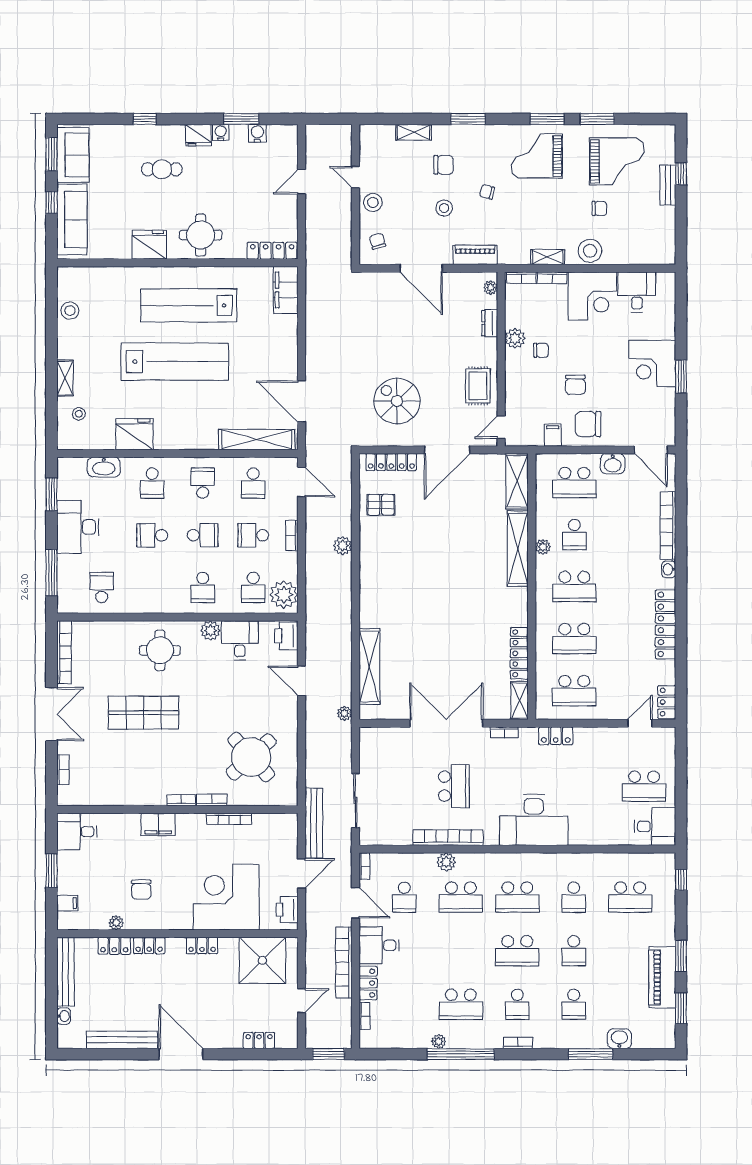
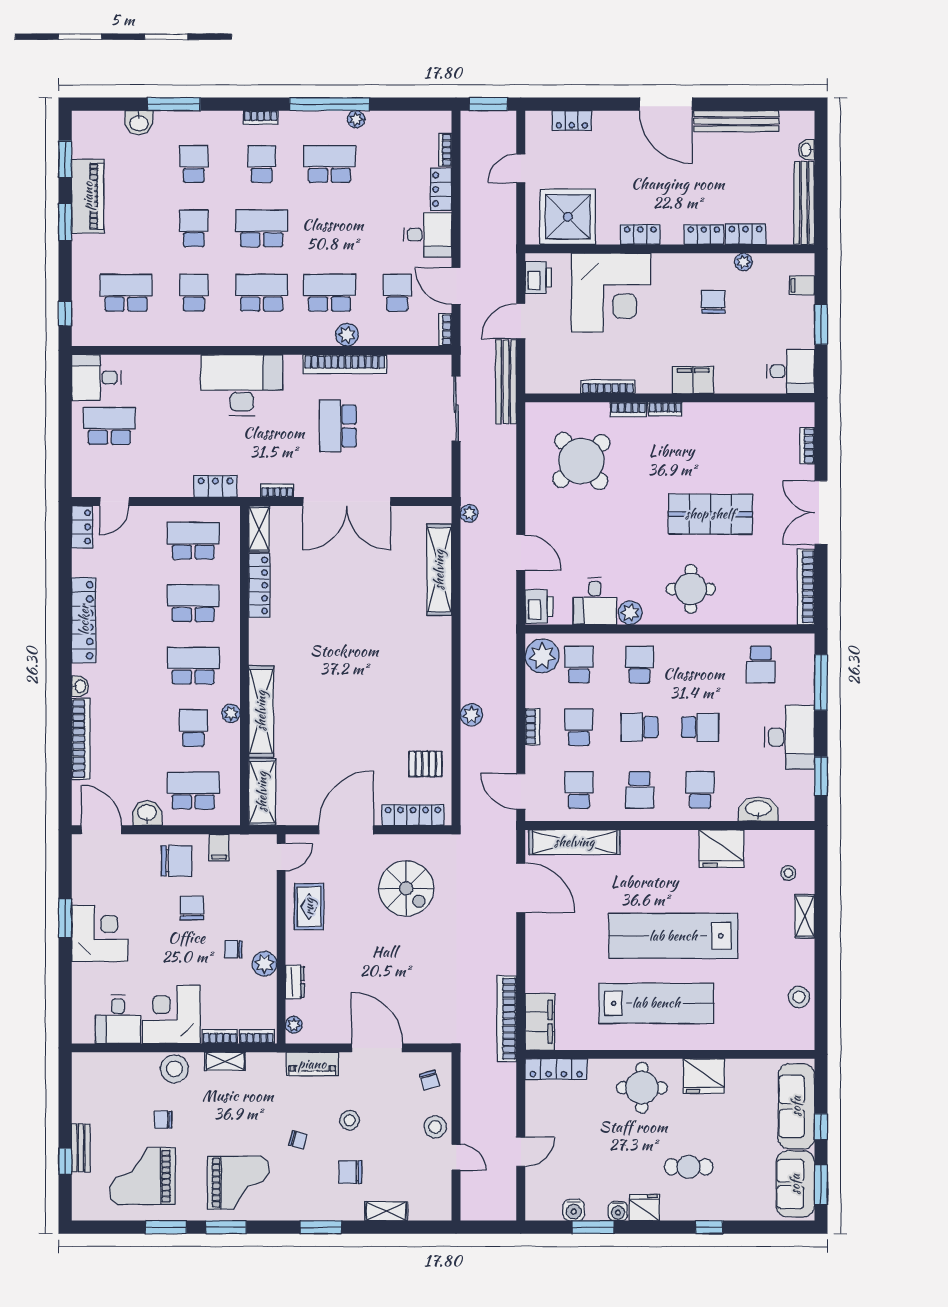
school desk: (253, 535) -> (579, 727), turned -90
bookcase: (344, 963) -> (507, 1019), moved, turned 180

